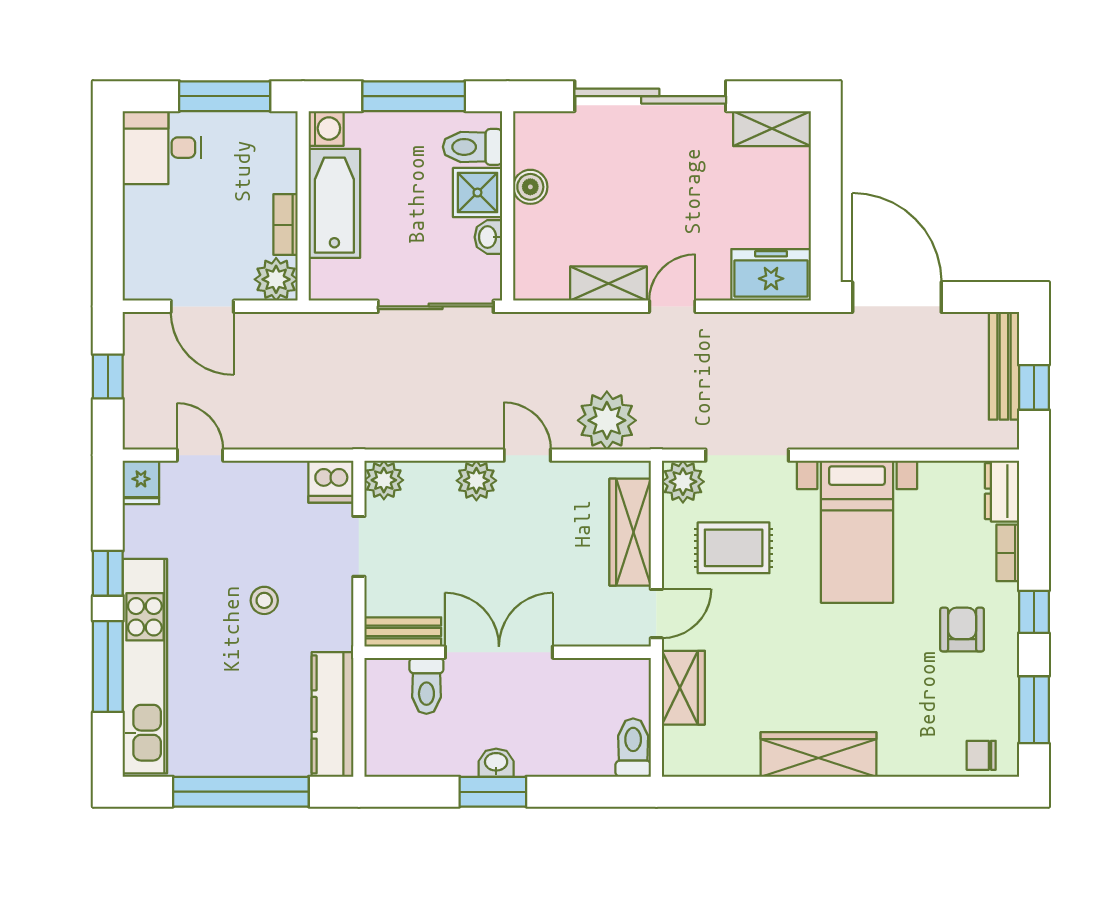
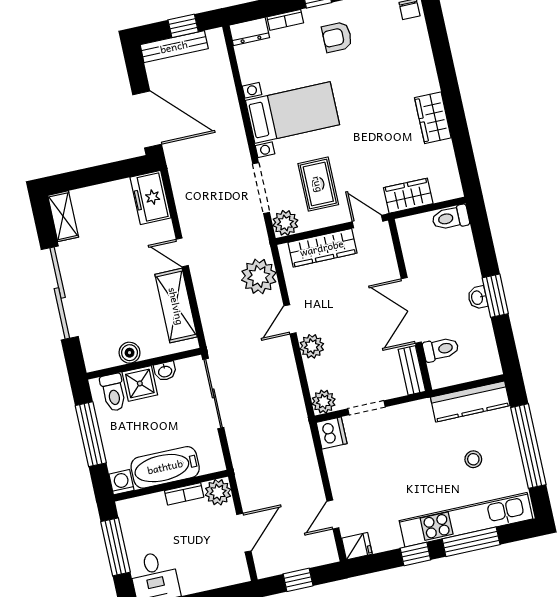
shelving: (609, 284) -> (176, 306), width x1.50, depth x1.33
door: (897, 297) -> (147, 119), swing flipped
stool: (264, 600) -> (473, 459), moved
wardrobe: (819, 754) -> (433, 118), width x0.67

